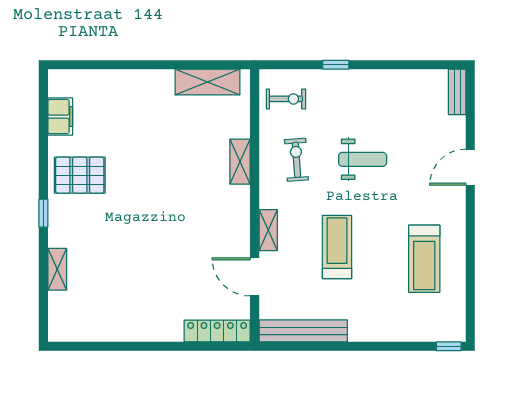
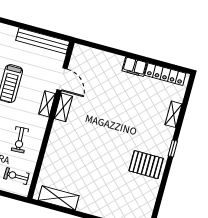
filing cabinet: (60, 117) -> (135, 67), moved, turned -90
shelving: (240, 162) -> (63, 107), moved
locker: (217, 331) -> (165, 74), moved

